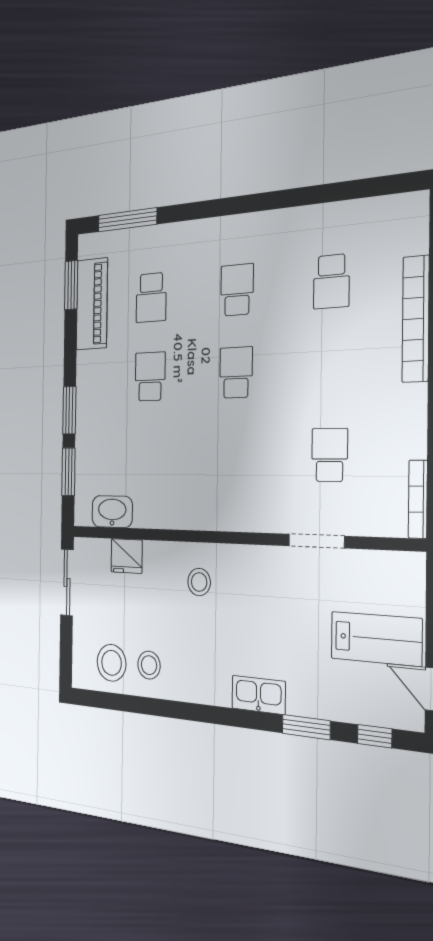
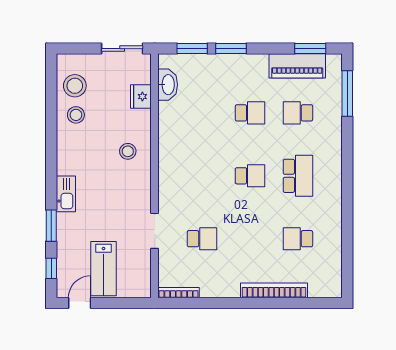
school desk: (237, 290) -> (298, 176), width x1.85

